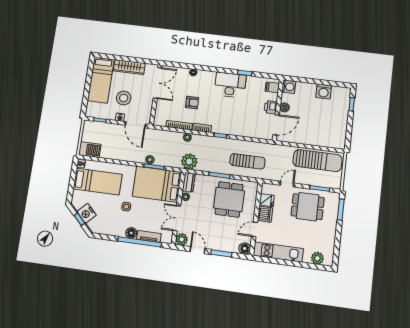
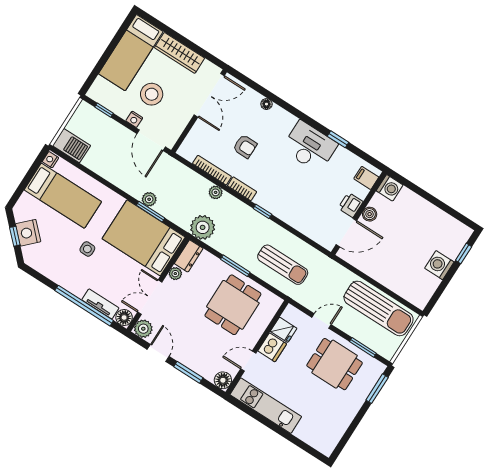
washing machine: (324, 92) -> (439, 265), moved, turned 90
floor lamp: (131, 233) -> (124, 318), moved
plant: (317, 258) -> (314, 438), removed

